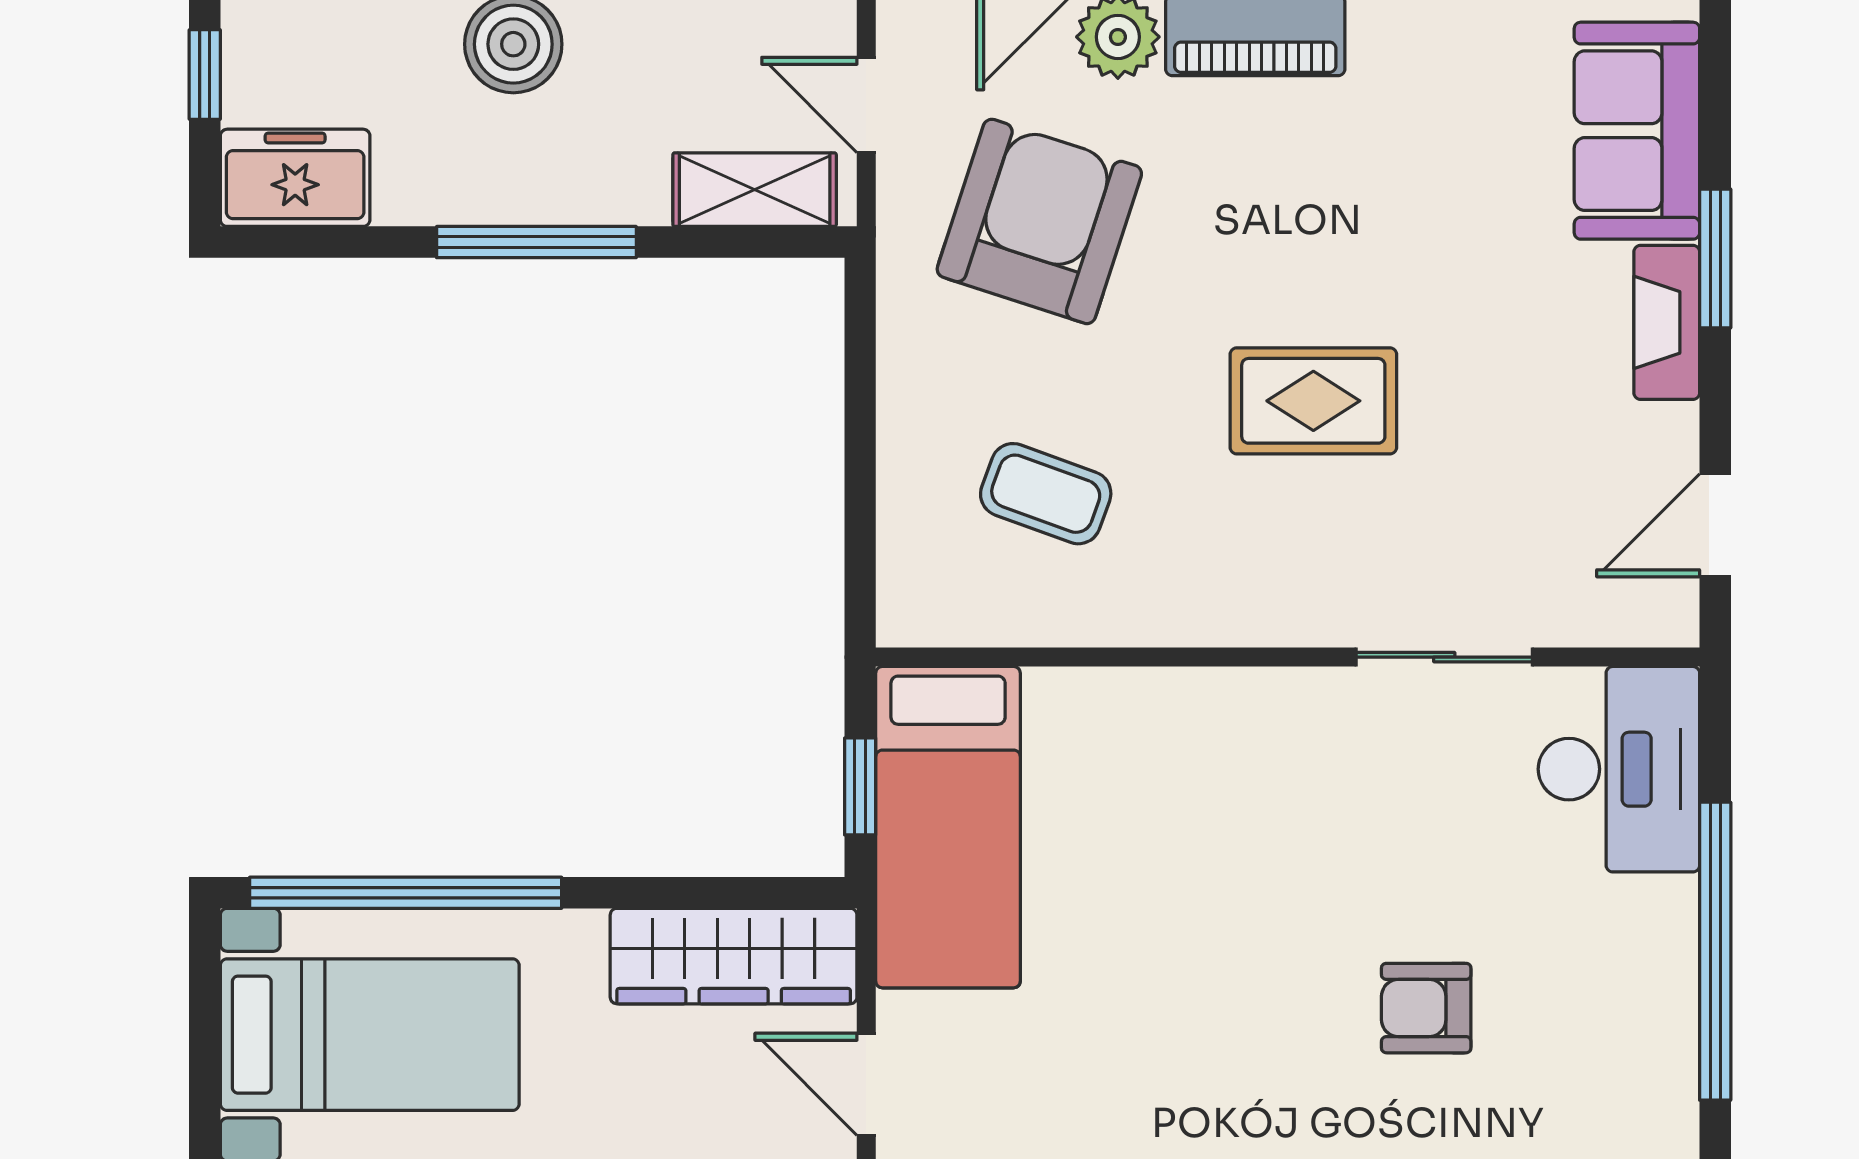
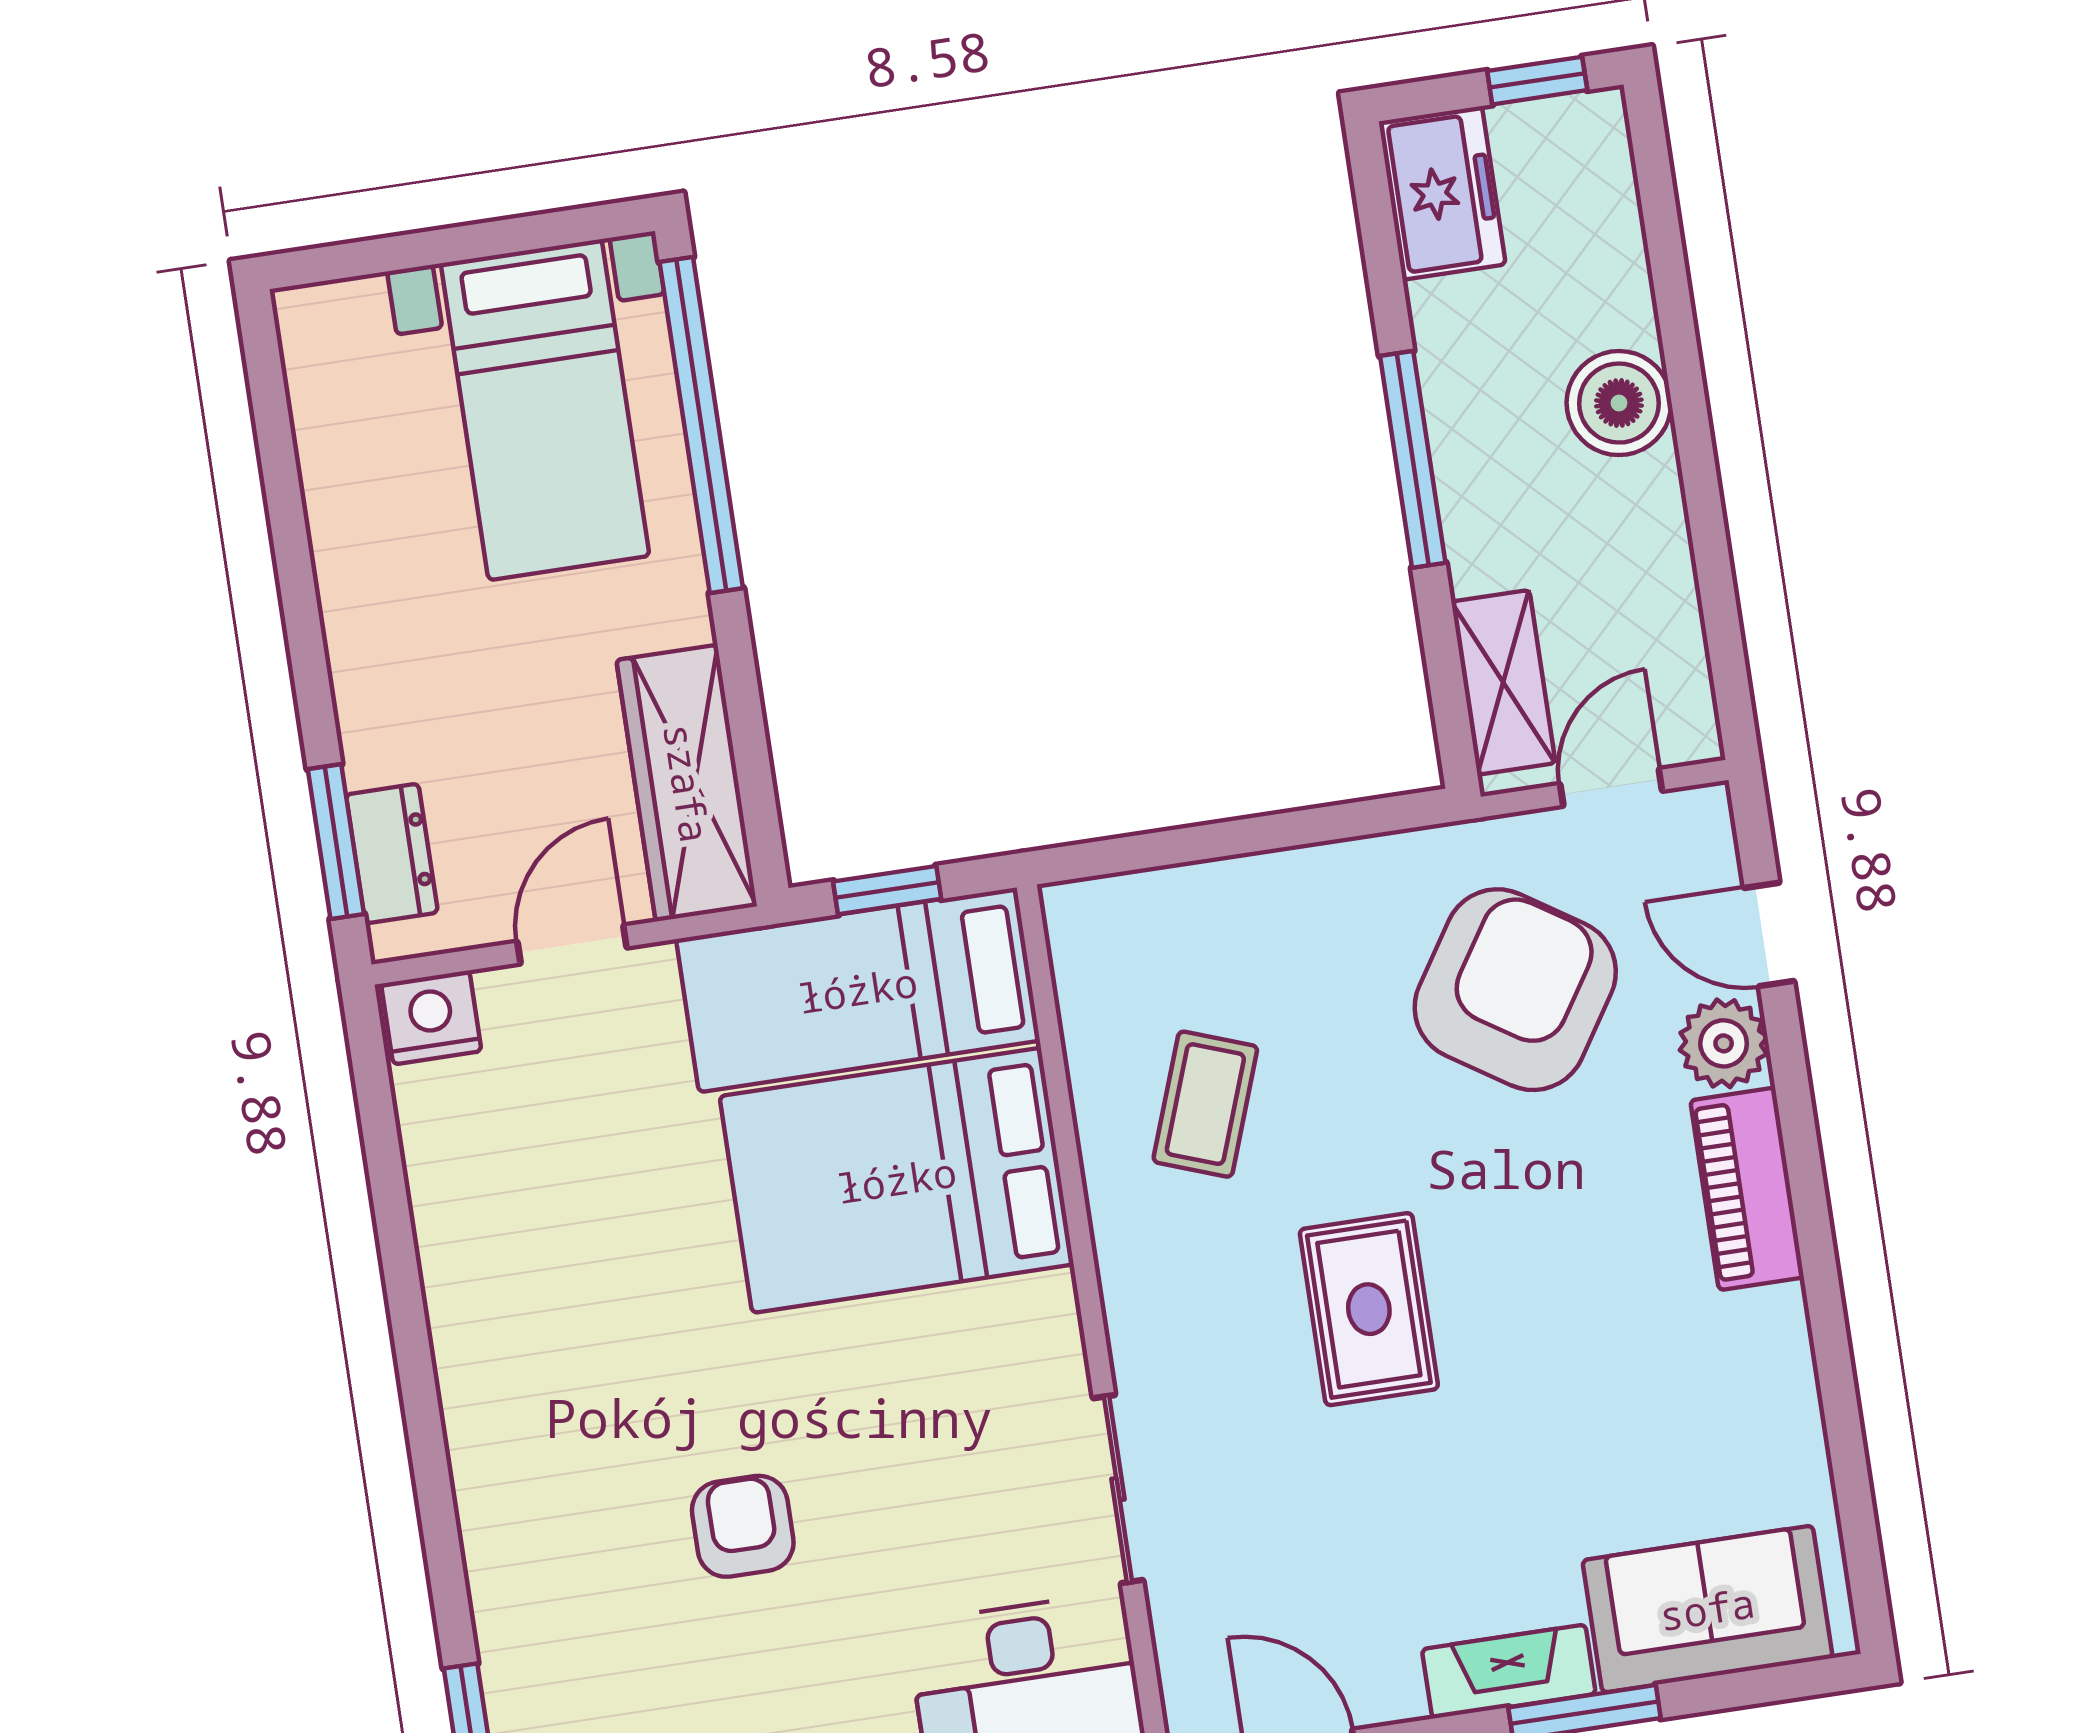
armchair: (1039, 221) -> (1515, 990), turned -75
coffee table: (1046, 494) -> (1205, 1104), moved
bed: (1129, 818) -> (897, 1180), added

